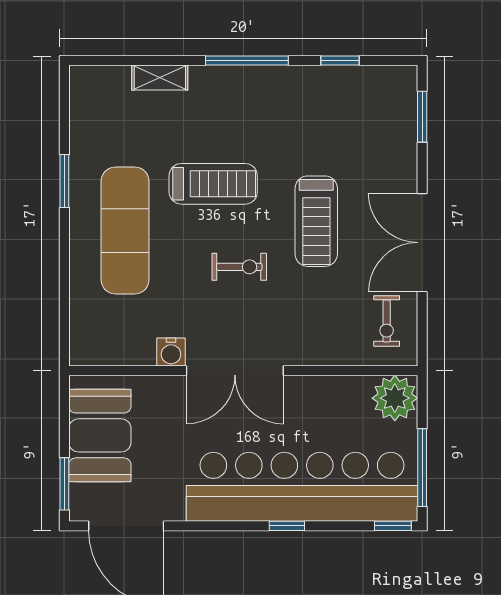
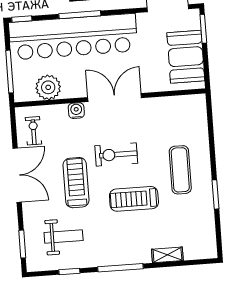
weight bench: (346, 125) -> (64, 236), added
exercise mat: (125, 230) -> (180, 170), width x0.73, depth x0.69
exercise bike: (239, 267) -> (116, 155), width x1.38, depth x1.39
water cooler: (171, 352) -> (76, 111), moved
plant: (395, 398) -> (48, 87), moved
window: (422, 468) -> (10, 72), moved
window: (287, 526) -> (80, 15), width x2.17

